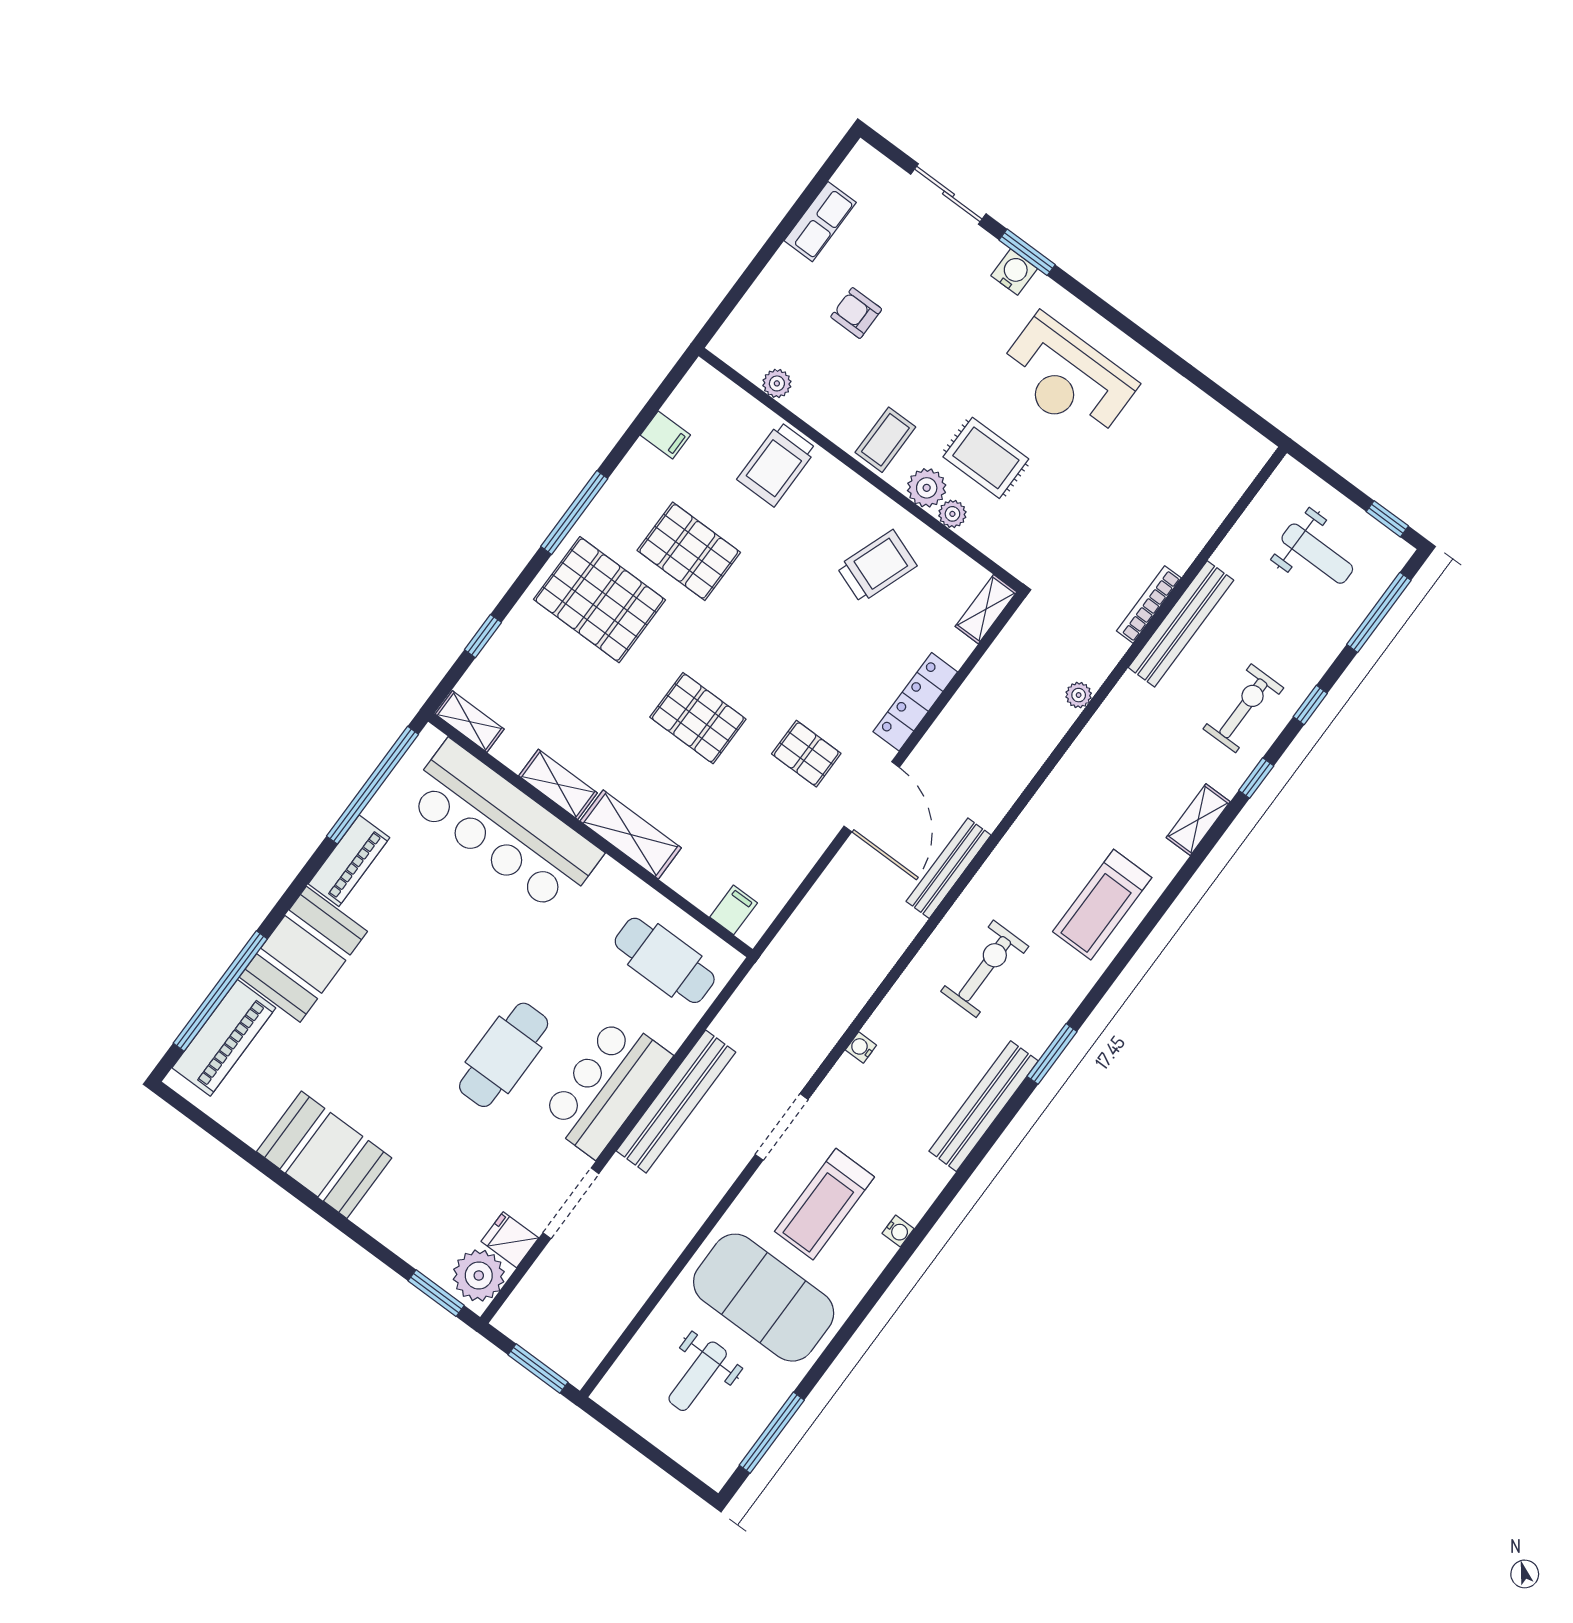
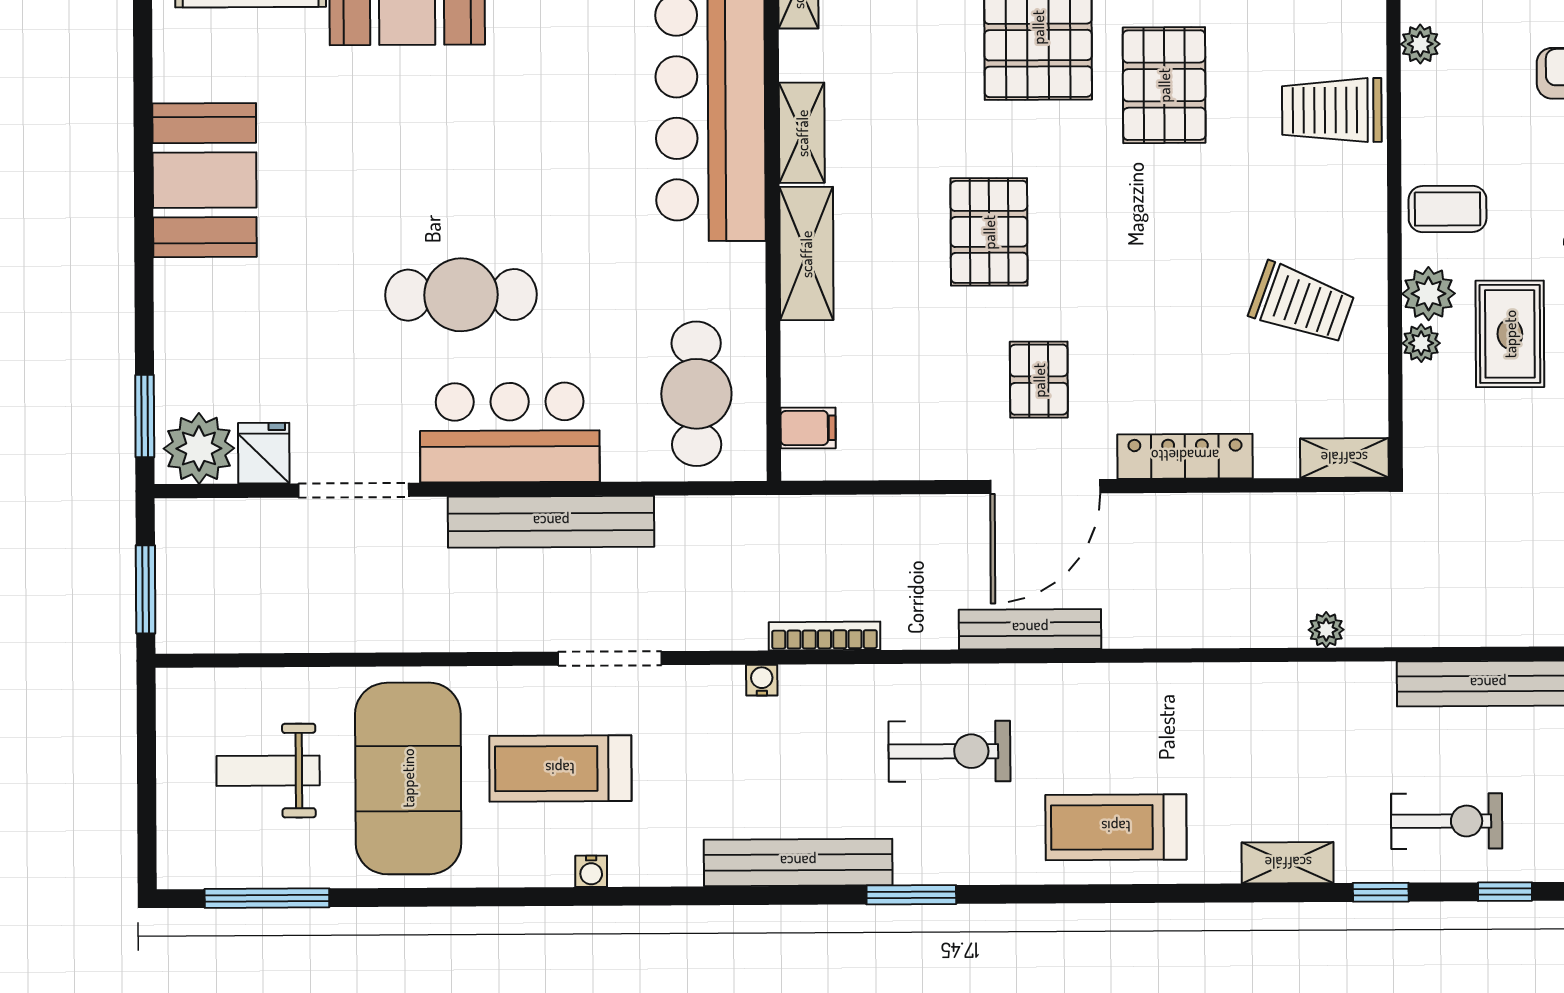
bookcase: (1149, 604) -> (824, 636), moved

